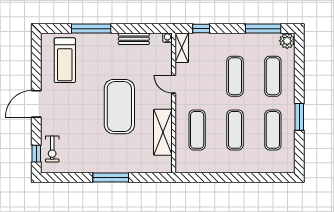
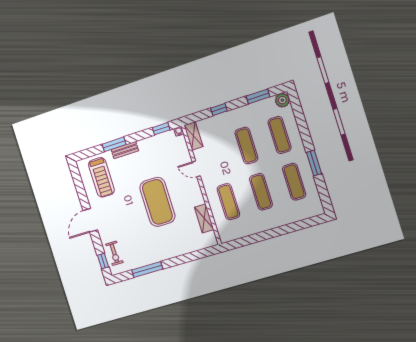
window: (91, 29) -> (114, 144), width x0.69
window: (149, 29) -> (161, 129), added
window: (201, 29) -> (219, 109), moved
window: (263, 29) -> (258, 96), width x0.69
bench: (134, 39) -> (125, 150), moved
shelving: (163, 132) -> (204, 218), width x0.67, depth x0.75
window: (111, 178) -> (147, 270), moved

